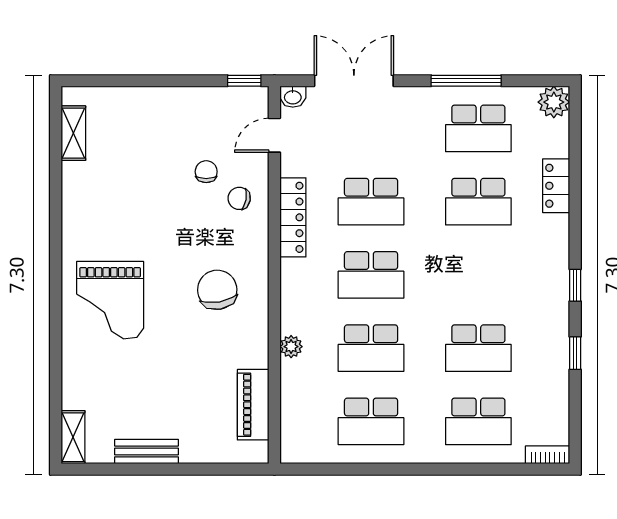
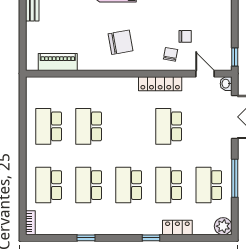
school desk: (371, 275) -> (129, 185), moved
window: (575, 285) -> (151, 238), moved
plant: (291, 347) -> (90, 83), removed

